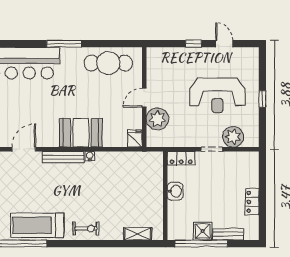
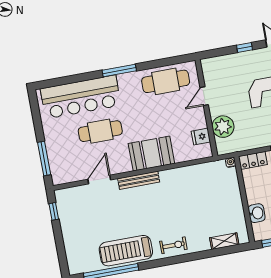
door: (144, 98) -> (204, 96), moved
cafe table: (34, 101) -> (100, 131), added
fridge: (135, 138) -> (201, 137), moved, turned -90
water cooler: (90, 156) -> (231, 162), moved
washbasin: (175, 191) -> (257, 213), moved

